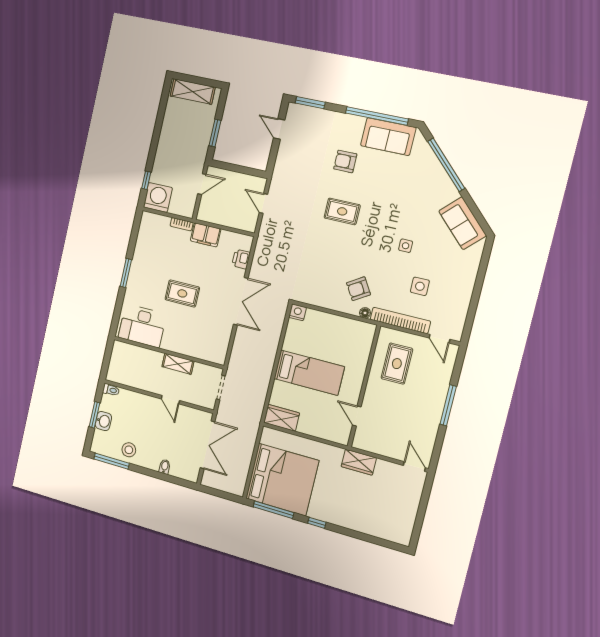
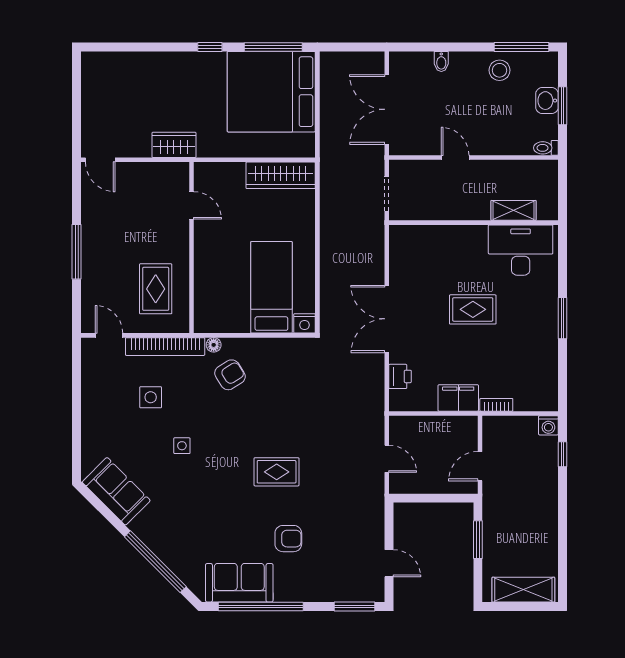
washing machine: (158, 197) -> (548, 425), width x0.53, depth x0.53
shelving: (178, 364) -> (513, 210), moved
bed: (309, 373) -> (271, 287), moved, turned 90
wardrobe: (282, 418) -> (281, 175), width x1.50

